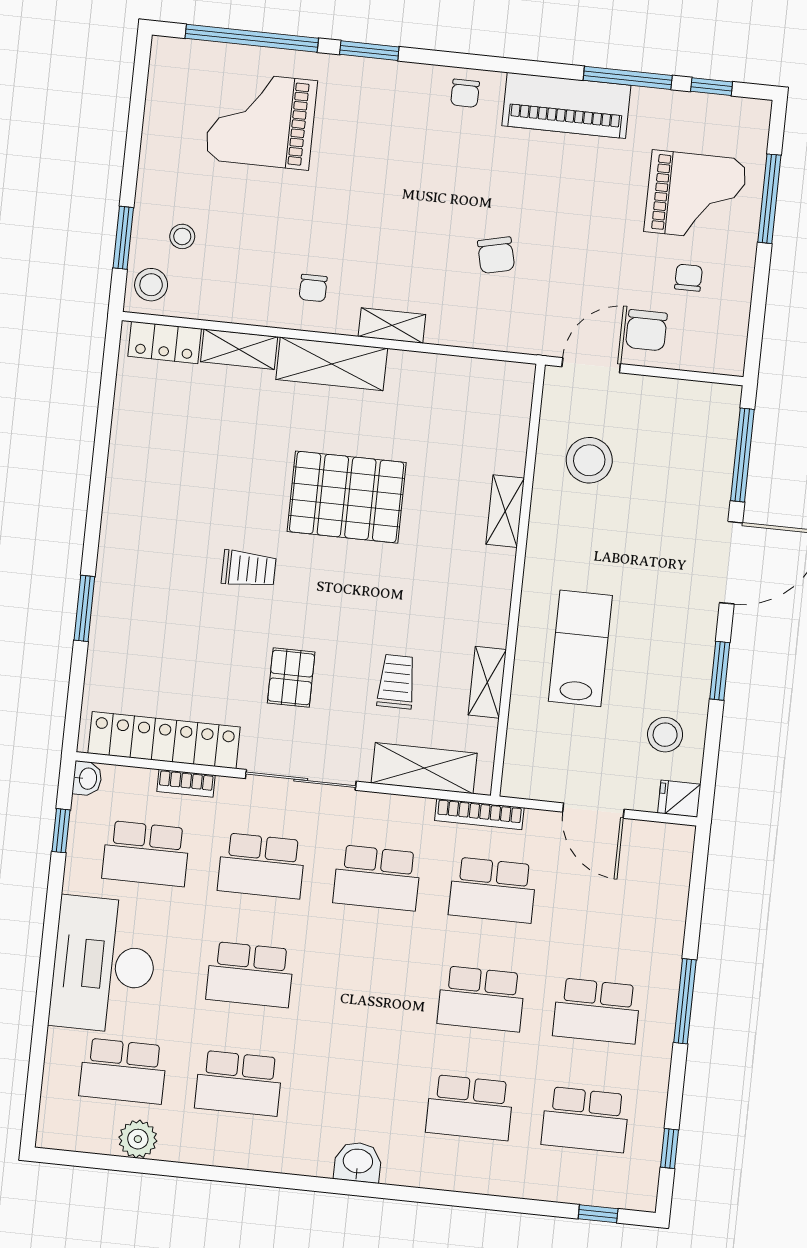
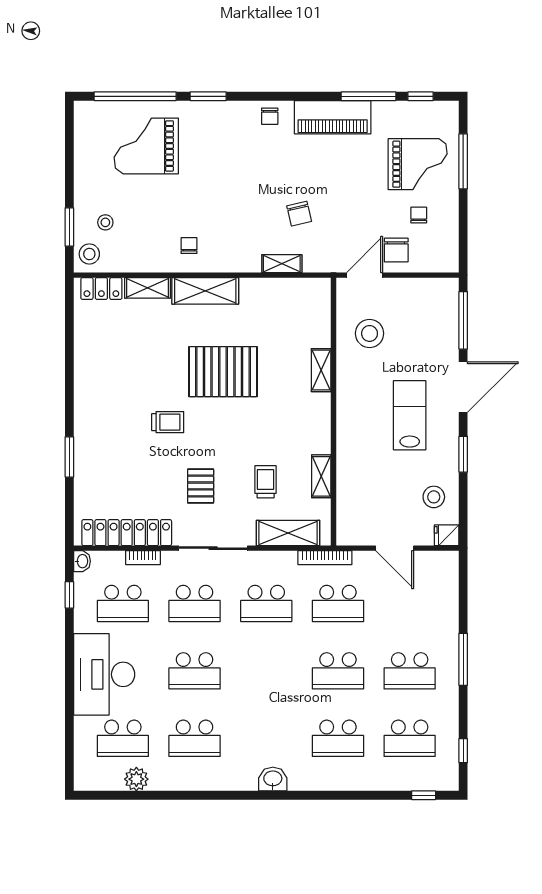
chair: (313, 288) -> (189, 246), turned 180
shelving: (392, 326) -> (282, 264), moved
lab bench: (580, 648) -> (410, 415), moved

